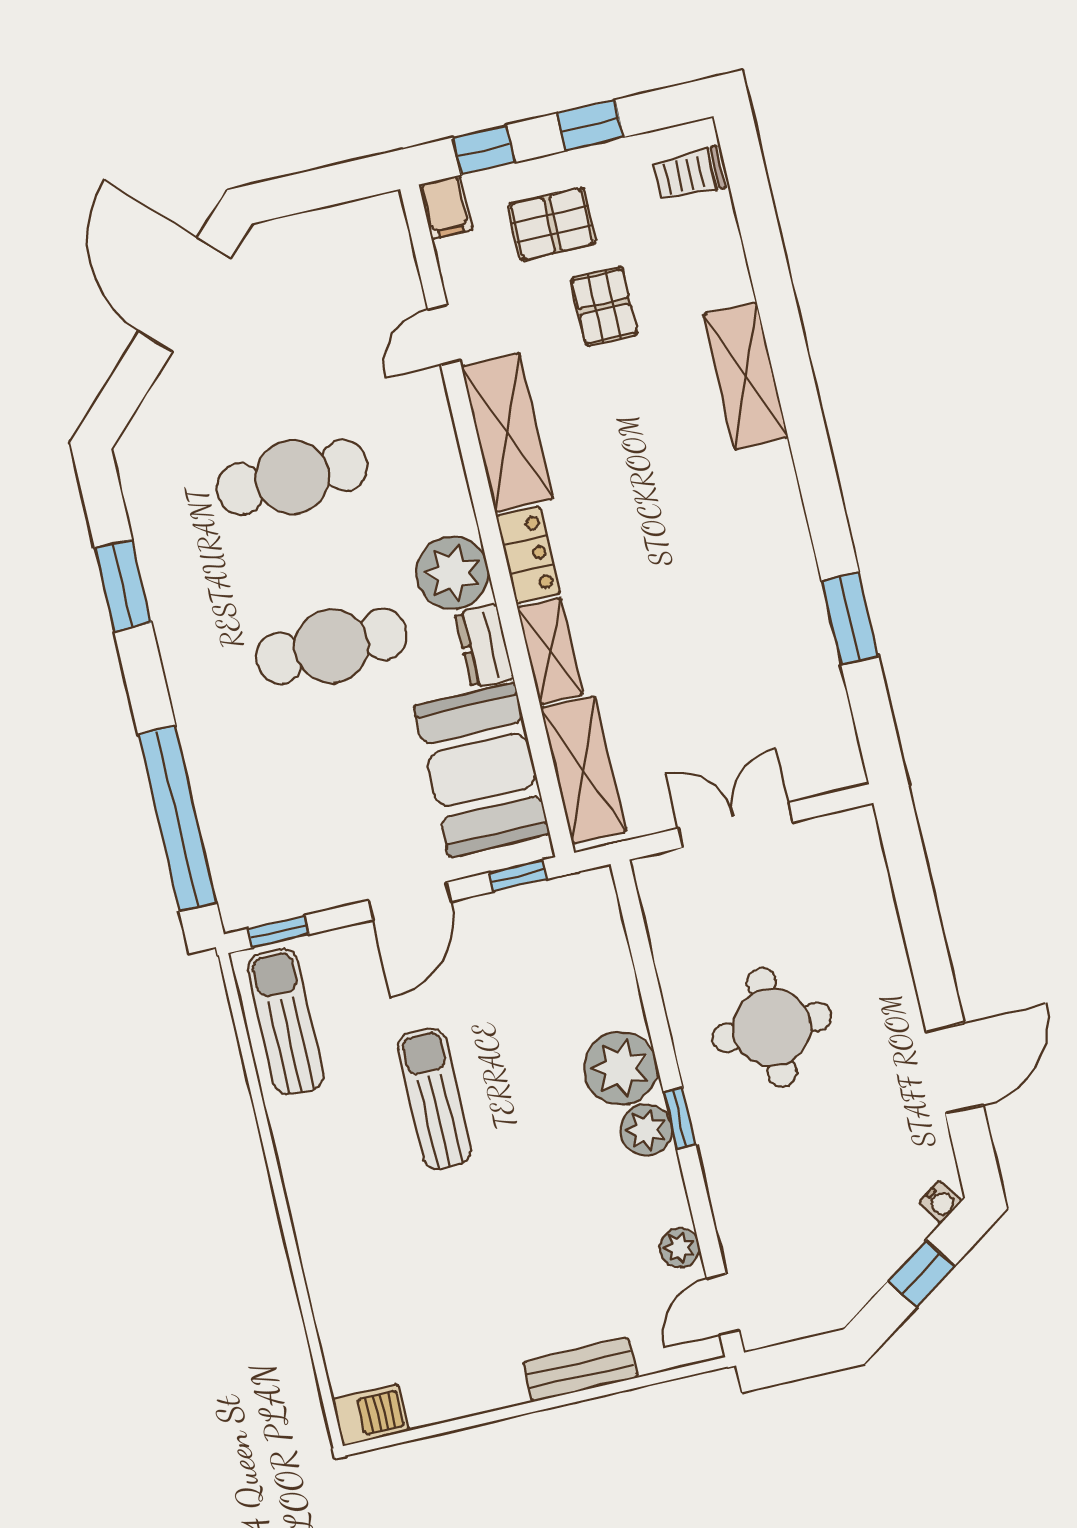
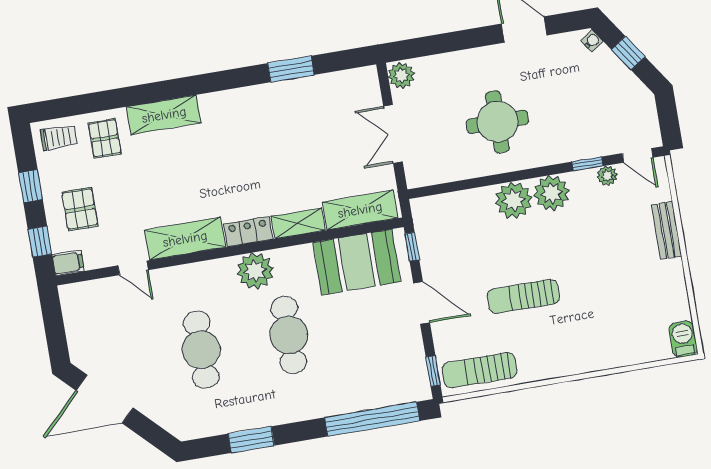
trolley: (689, 174) -> (59, 138), turned -90
pallet: (604, 306) -> (105, 138), moved, turned 90
dresser: (484, 646) -> (293, 257), removed
plant: (851, 834) -> (401, 75), added
window: (680, 1119) -> (587, 164), moved
plant: (646, 1130) -> (552, 193), width x1.36, depth x1.36

